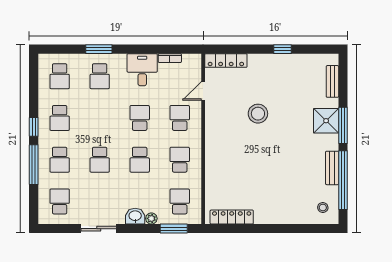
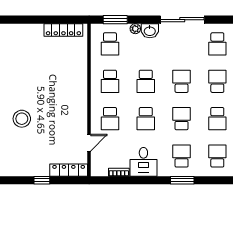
window: (283, 49) -> (42, 180), moved
stool: (258, 114) -> (22, 119), moved
school desk: (60, 118) -> (217, 119), turned 180
school desk: (100, 118) -> (182, 119), added
school desk: (140, 160) -> (146, 81), turned 180
sliding door: (99, 229) -> (182, 20), width x1.37

